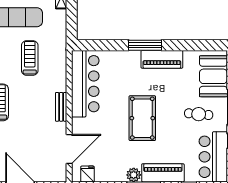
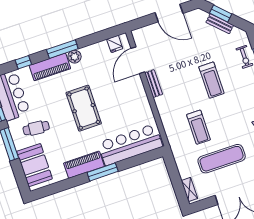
bar counter: (85, 84) -> (130, 145), moved, turned 90
bench: (61, 107) -> (153, 84), moved

